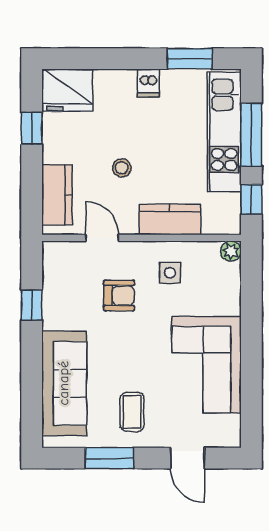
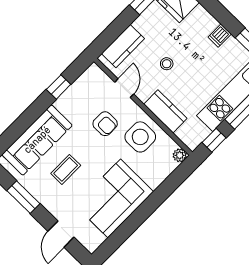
side table: (170, 273) -> (140, 137), width x1.87, depth x1.87
coffee table: (132, 412) -> (66, 169), moved

